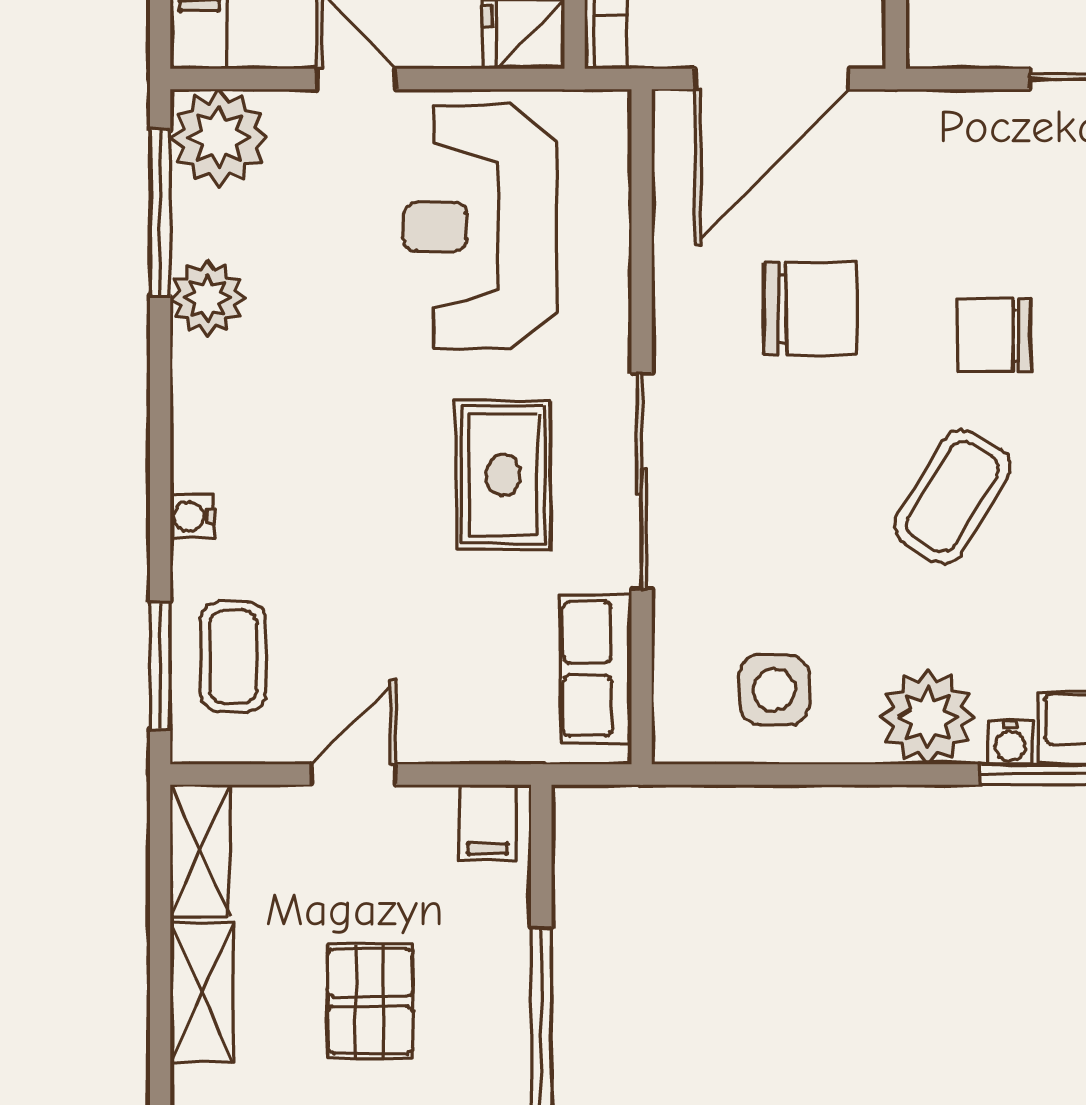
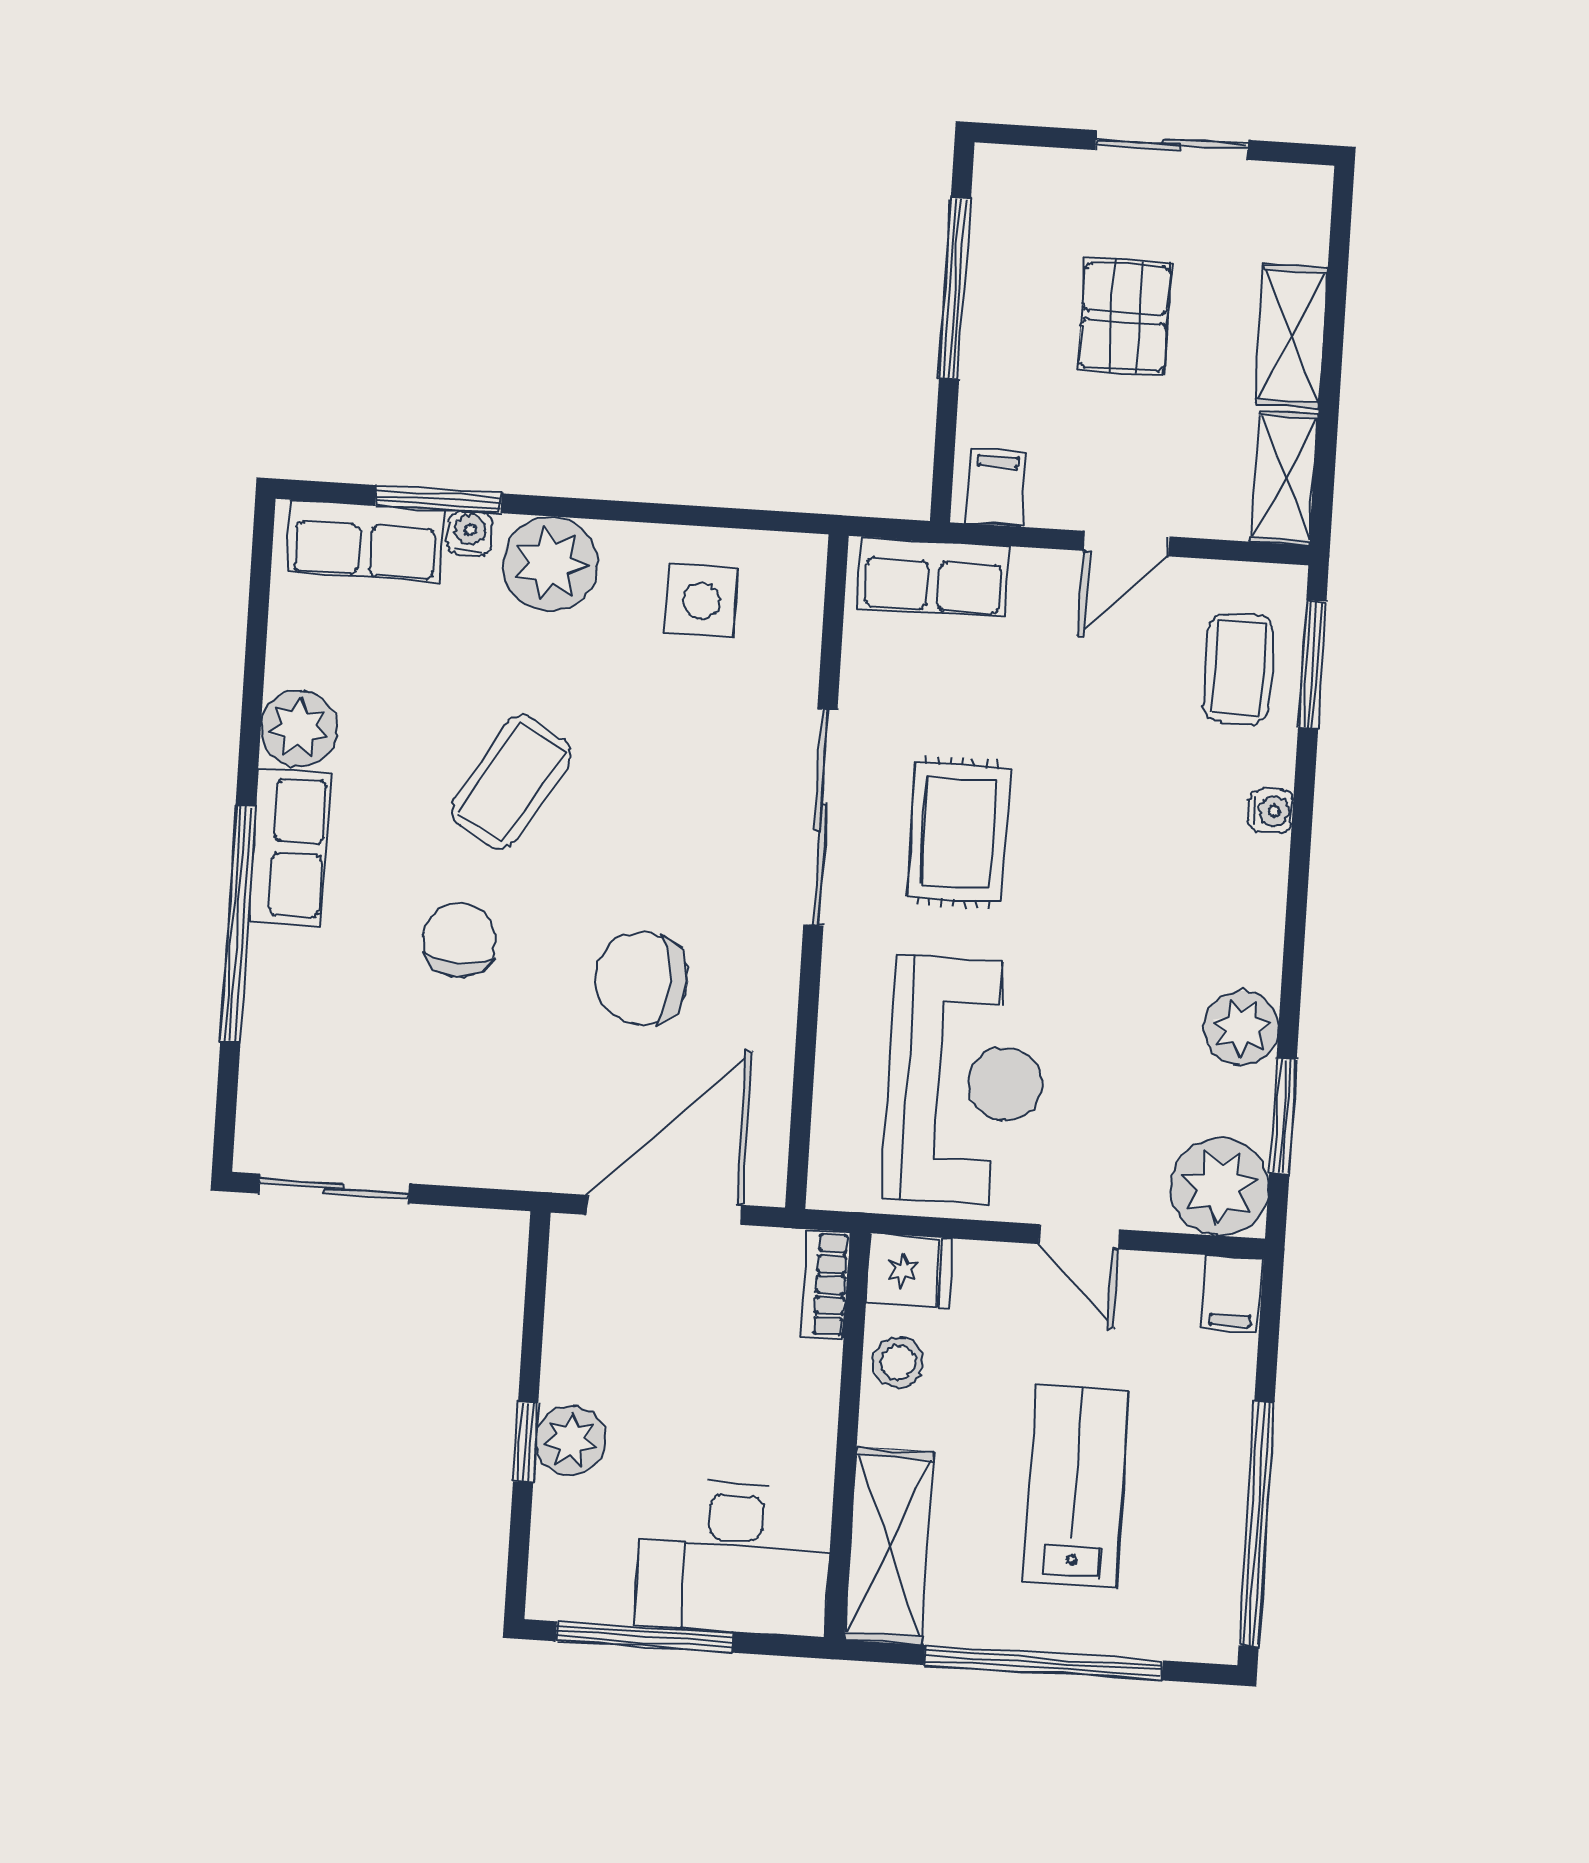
window: (160, 213) -> (1283, 1116), width x0.69
chair: (994, 335) -> (460, 940), turned -90
row of seats: (596, 669) -> (933, 577), moved, turned 90

